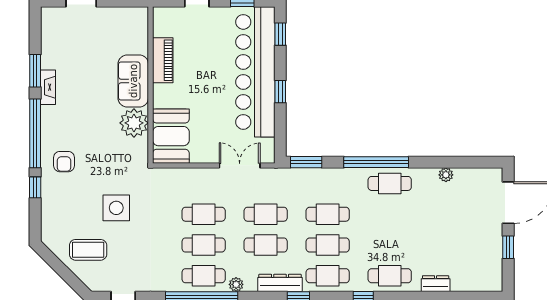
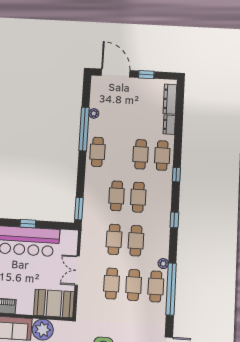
window: (376, 162) -> (84, 129), moved
double door: (240, 165) -> (77, 271), moved
cafe table: (328, 276) -> (141, 154), moved
dresser: (280, 283) -> (170, 99), moved

